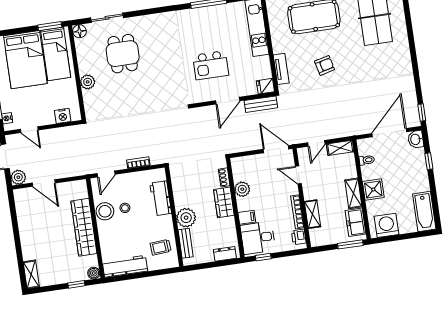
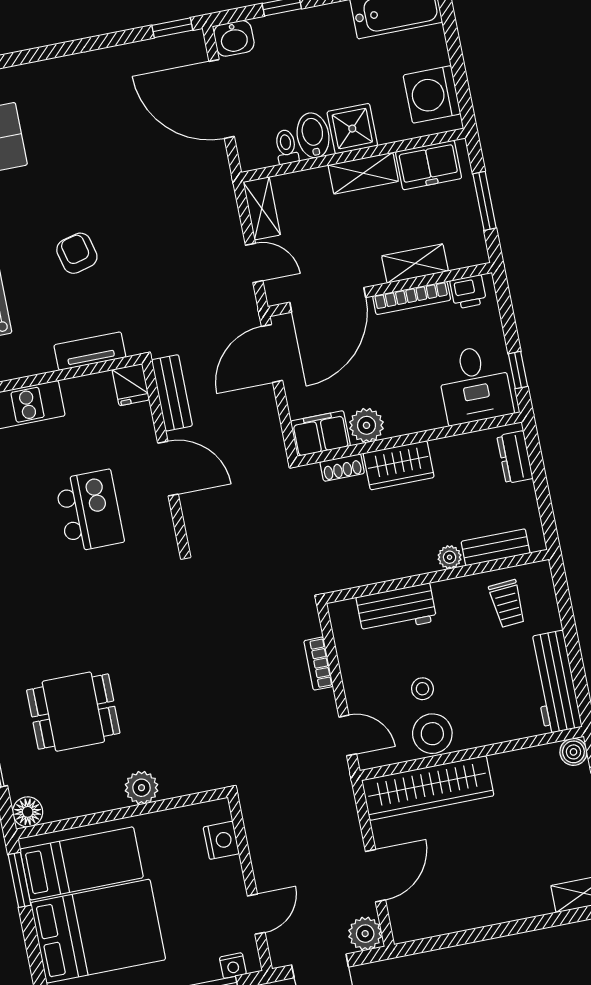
bidet: (371, 172) -> (313, 135), added
door: (298, 175) -> (328, 300), width x1.87
filing cabinet: (247, 217) -> (320, 434), moved, width x2.00
plant: (186, 218) -> (450, 557), width x0.53, depth x0.53
wardrobe: (84, 227) -> (428, 788), moved
window: (350, 244) -> (485, 201), moved

